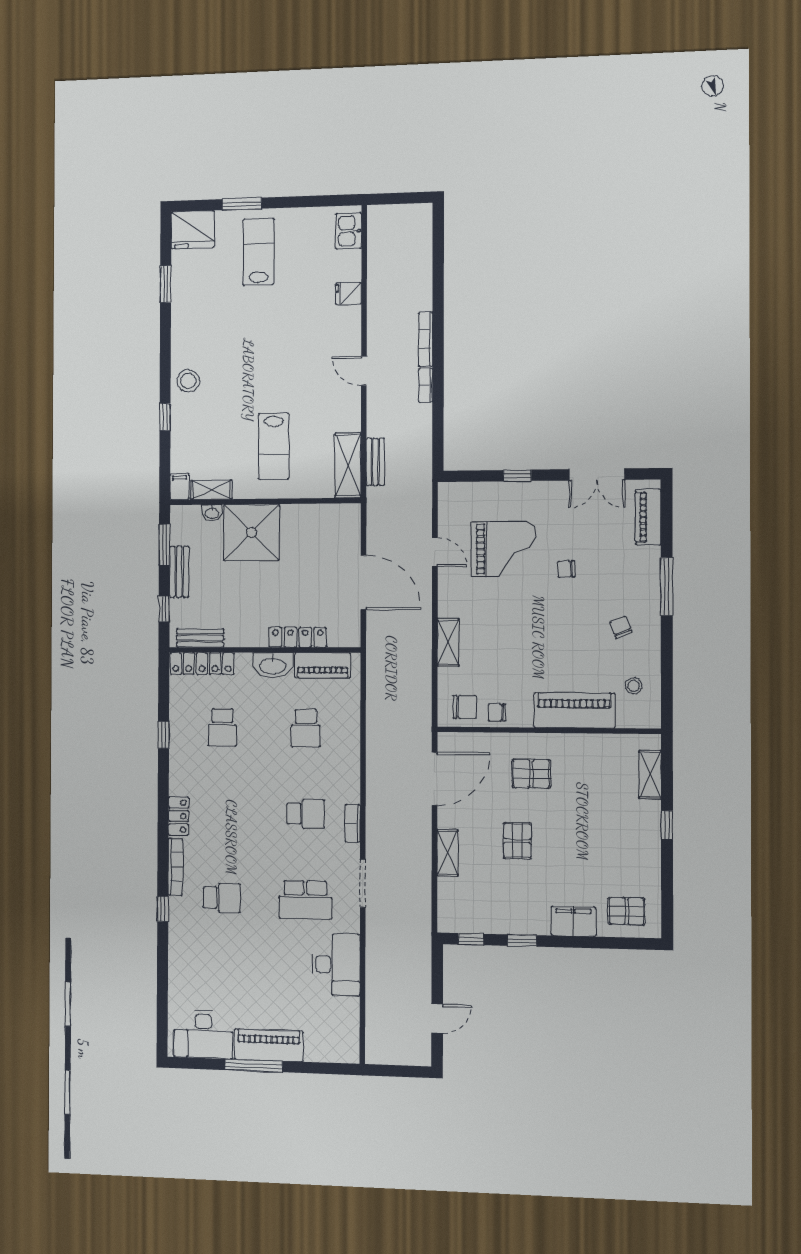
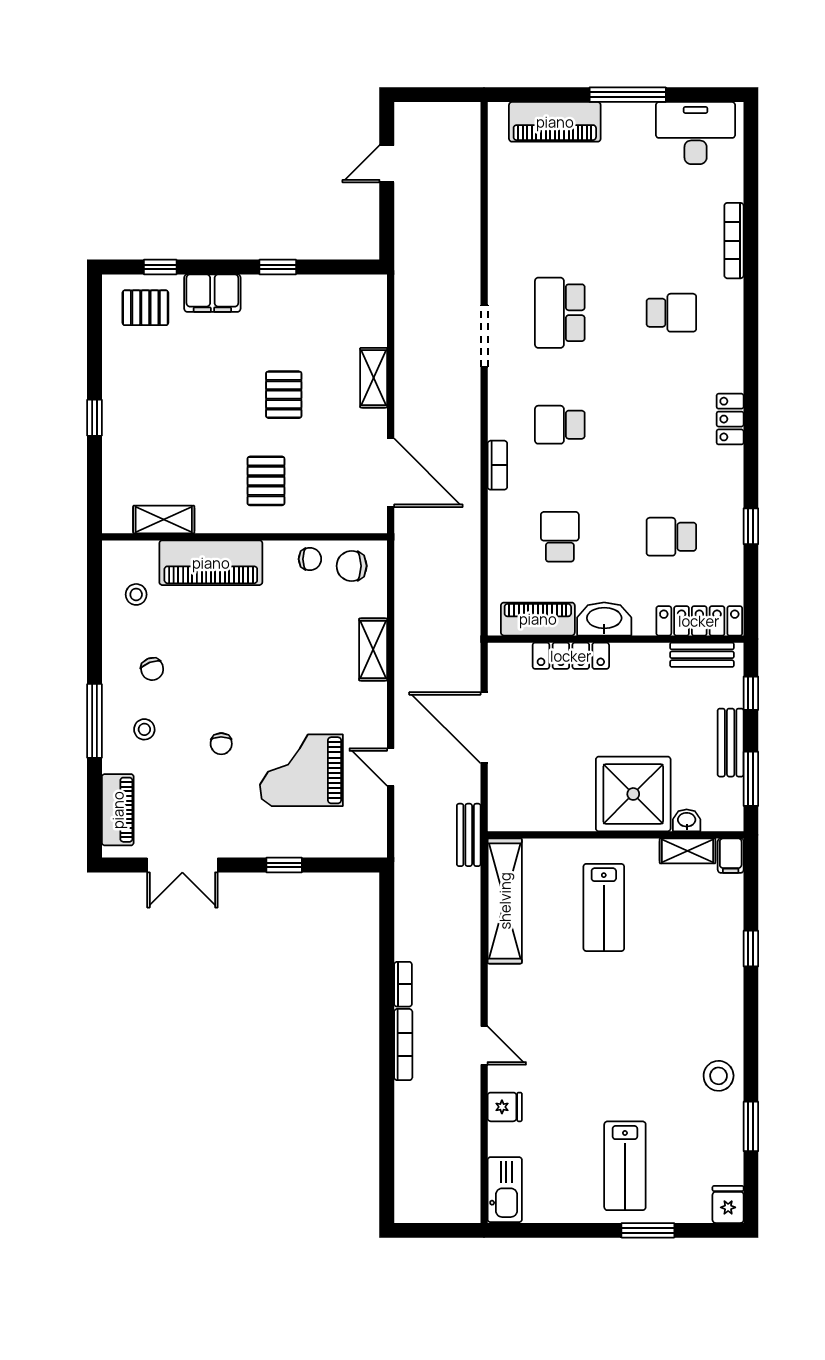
fridge: (193, 230) -> (728, 1204), width x0.53, depth x0.75
kitchen sink: (349, 231) -> (505, 1190), width x1.38
door: (364, 371) -> (484, 1046), moved
stool: (188, 381) -> (719, 1076), moved
lab bench: (274, 446) -> (604, 907), turned 180
bench: (375, 462) -> (469, 835), moved
shelving: (348, 465) -> (505, 901), width x1.47
double door: (597, 475) -> (182, 865), swing flipped
chair: (566, 569) -> (221, 744), turned 92
stool: (627, 580) -> (144, 729), added
school desk: (222, 727) -> (671, 537), turned -90
pallet: (531, 774) -> (266, 481), turned 90
shelving: (650, 775) -> (164, 519), moved, turned 90
door: (435, 779) -> (391, 473), swing flipped
bookcase: (353, 823) -> (497, 465), moved
bookcase: (175, 867) -> (734, 241), moved
school desk: (222, 898) -> (671, 313), turned 180
school desk: (305, 900) -> (560, 313), turned -90
window: (163, 909) -> (751, 297), removed
window: (471, 939) -> (160, 267), moved
desk: (336, 965) -> (519, 229), removed
piano: (269, 1045) -> (555, 122), moved

